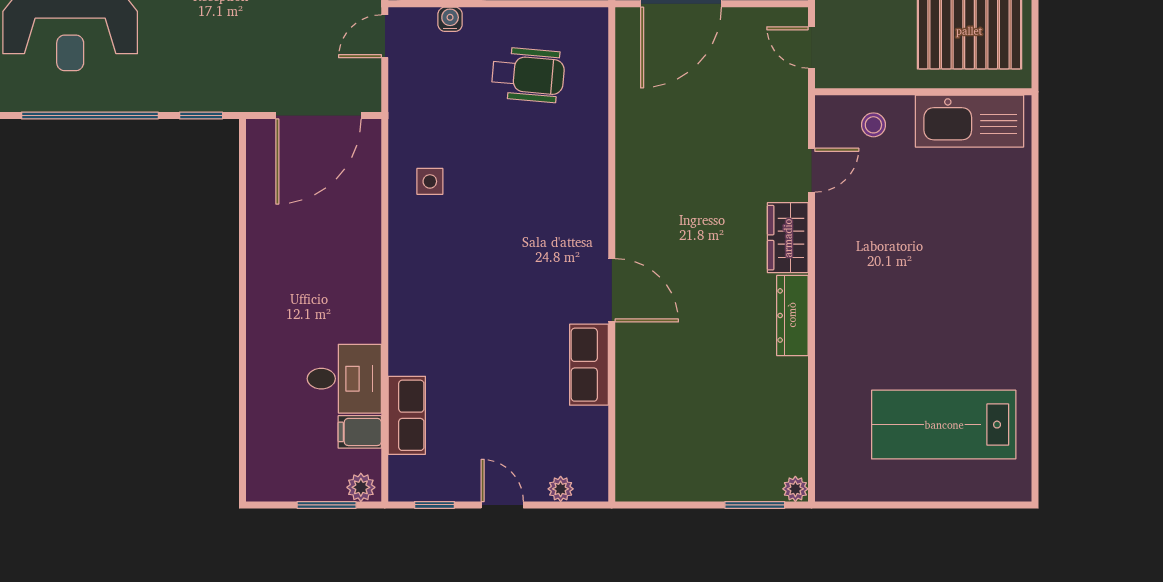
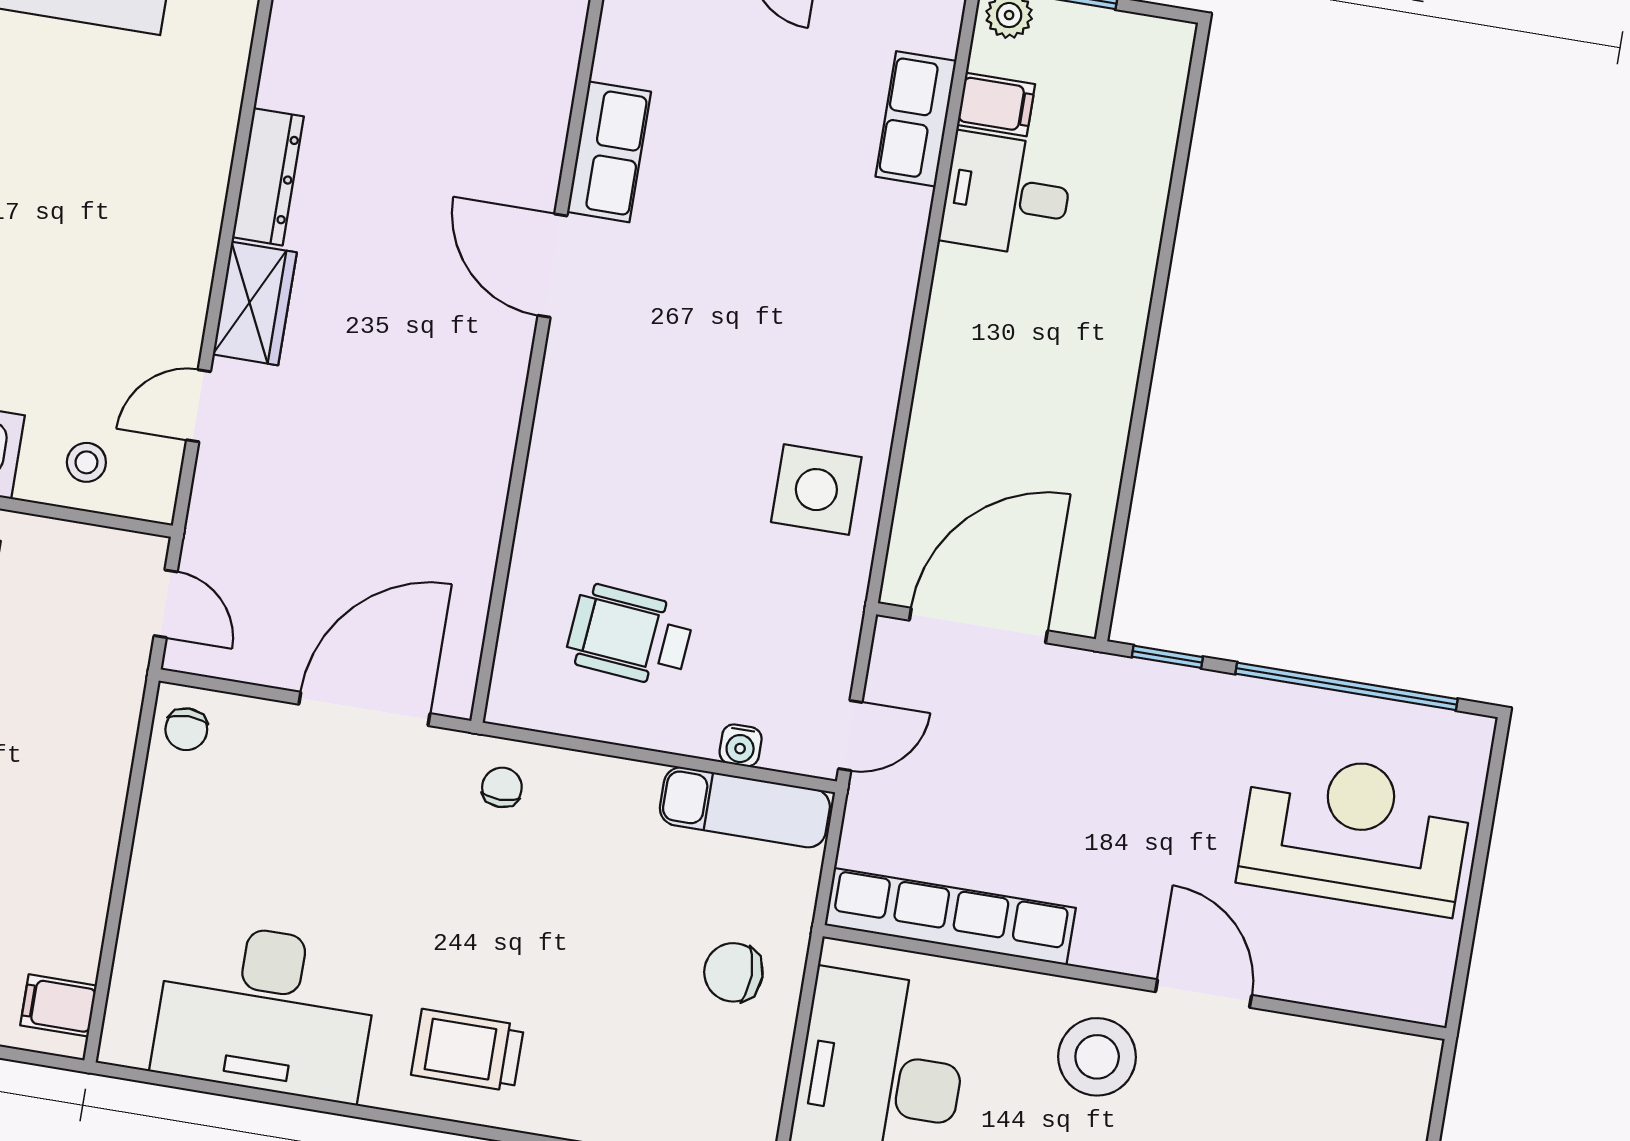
side table: (430, 181) -> (816, 490), width x1.87, depth x1.87

